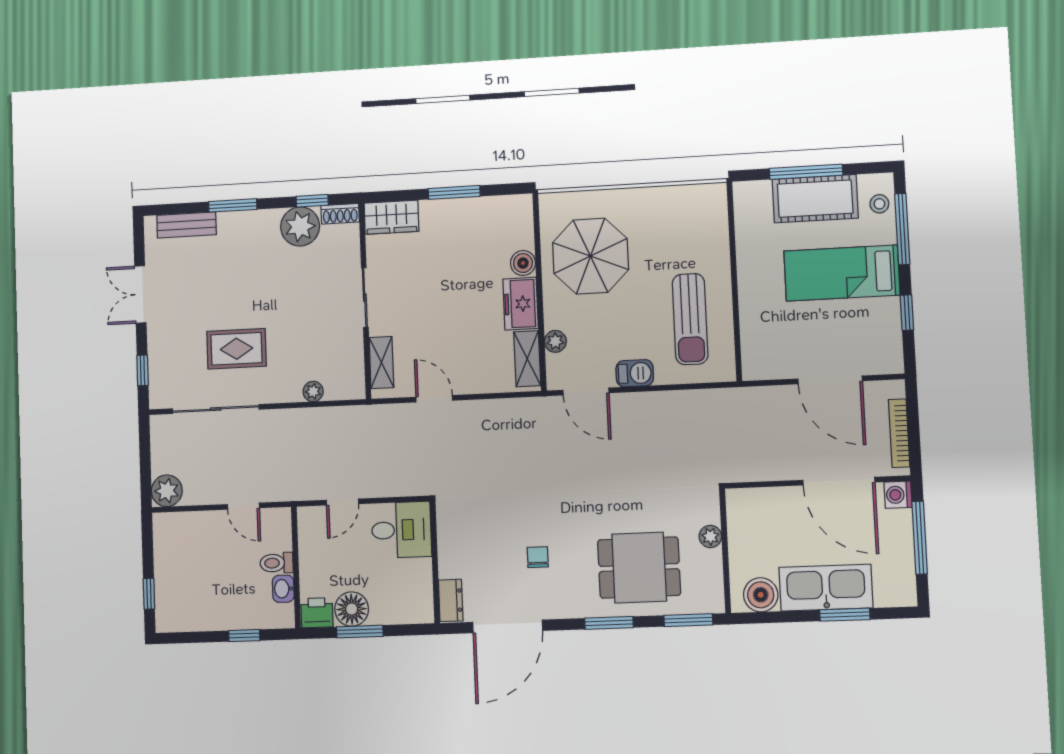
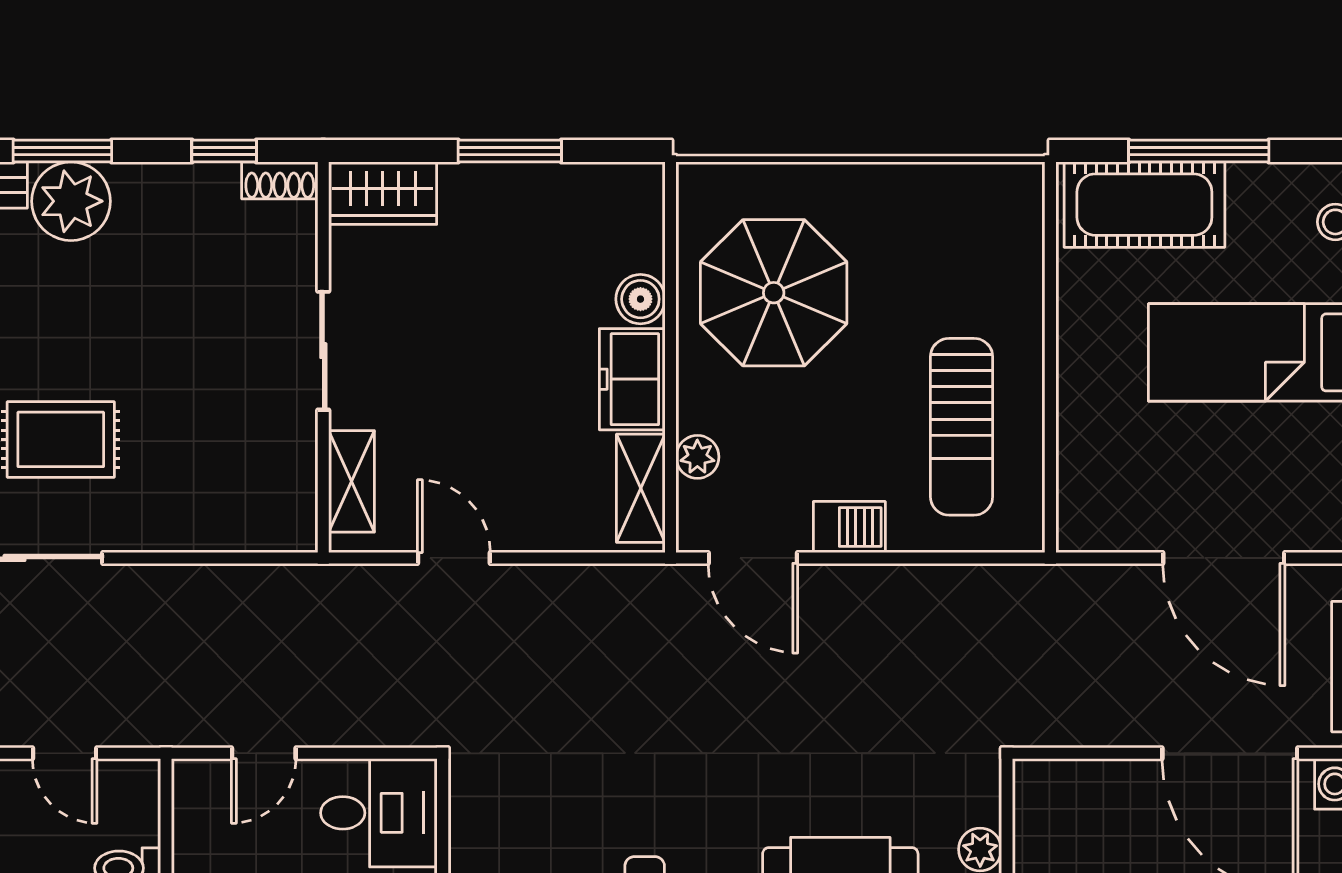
cot: (815, 199) -> (1144, 205), moved
plant: (300, 226) -> (71, 201), moved
plant: (313, 391) -> (213, 532), removed

